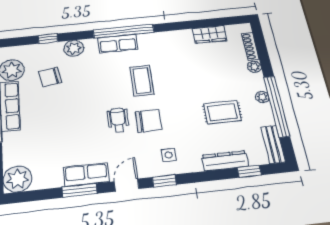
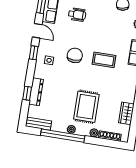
rug: (222, 112) -> (86, 107), moved, width x1.36, depth x1.43
wheelchair: (118, 120) -> (77, 15), moved
chair: (148, 121) -> (75, 55), turned 180
window: (249, 171) -> (27, 93), moved

